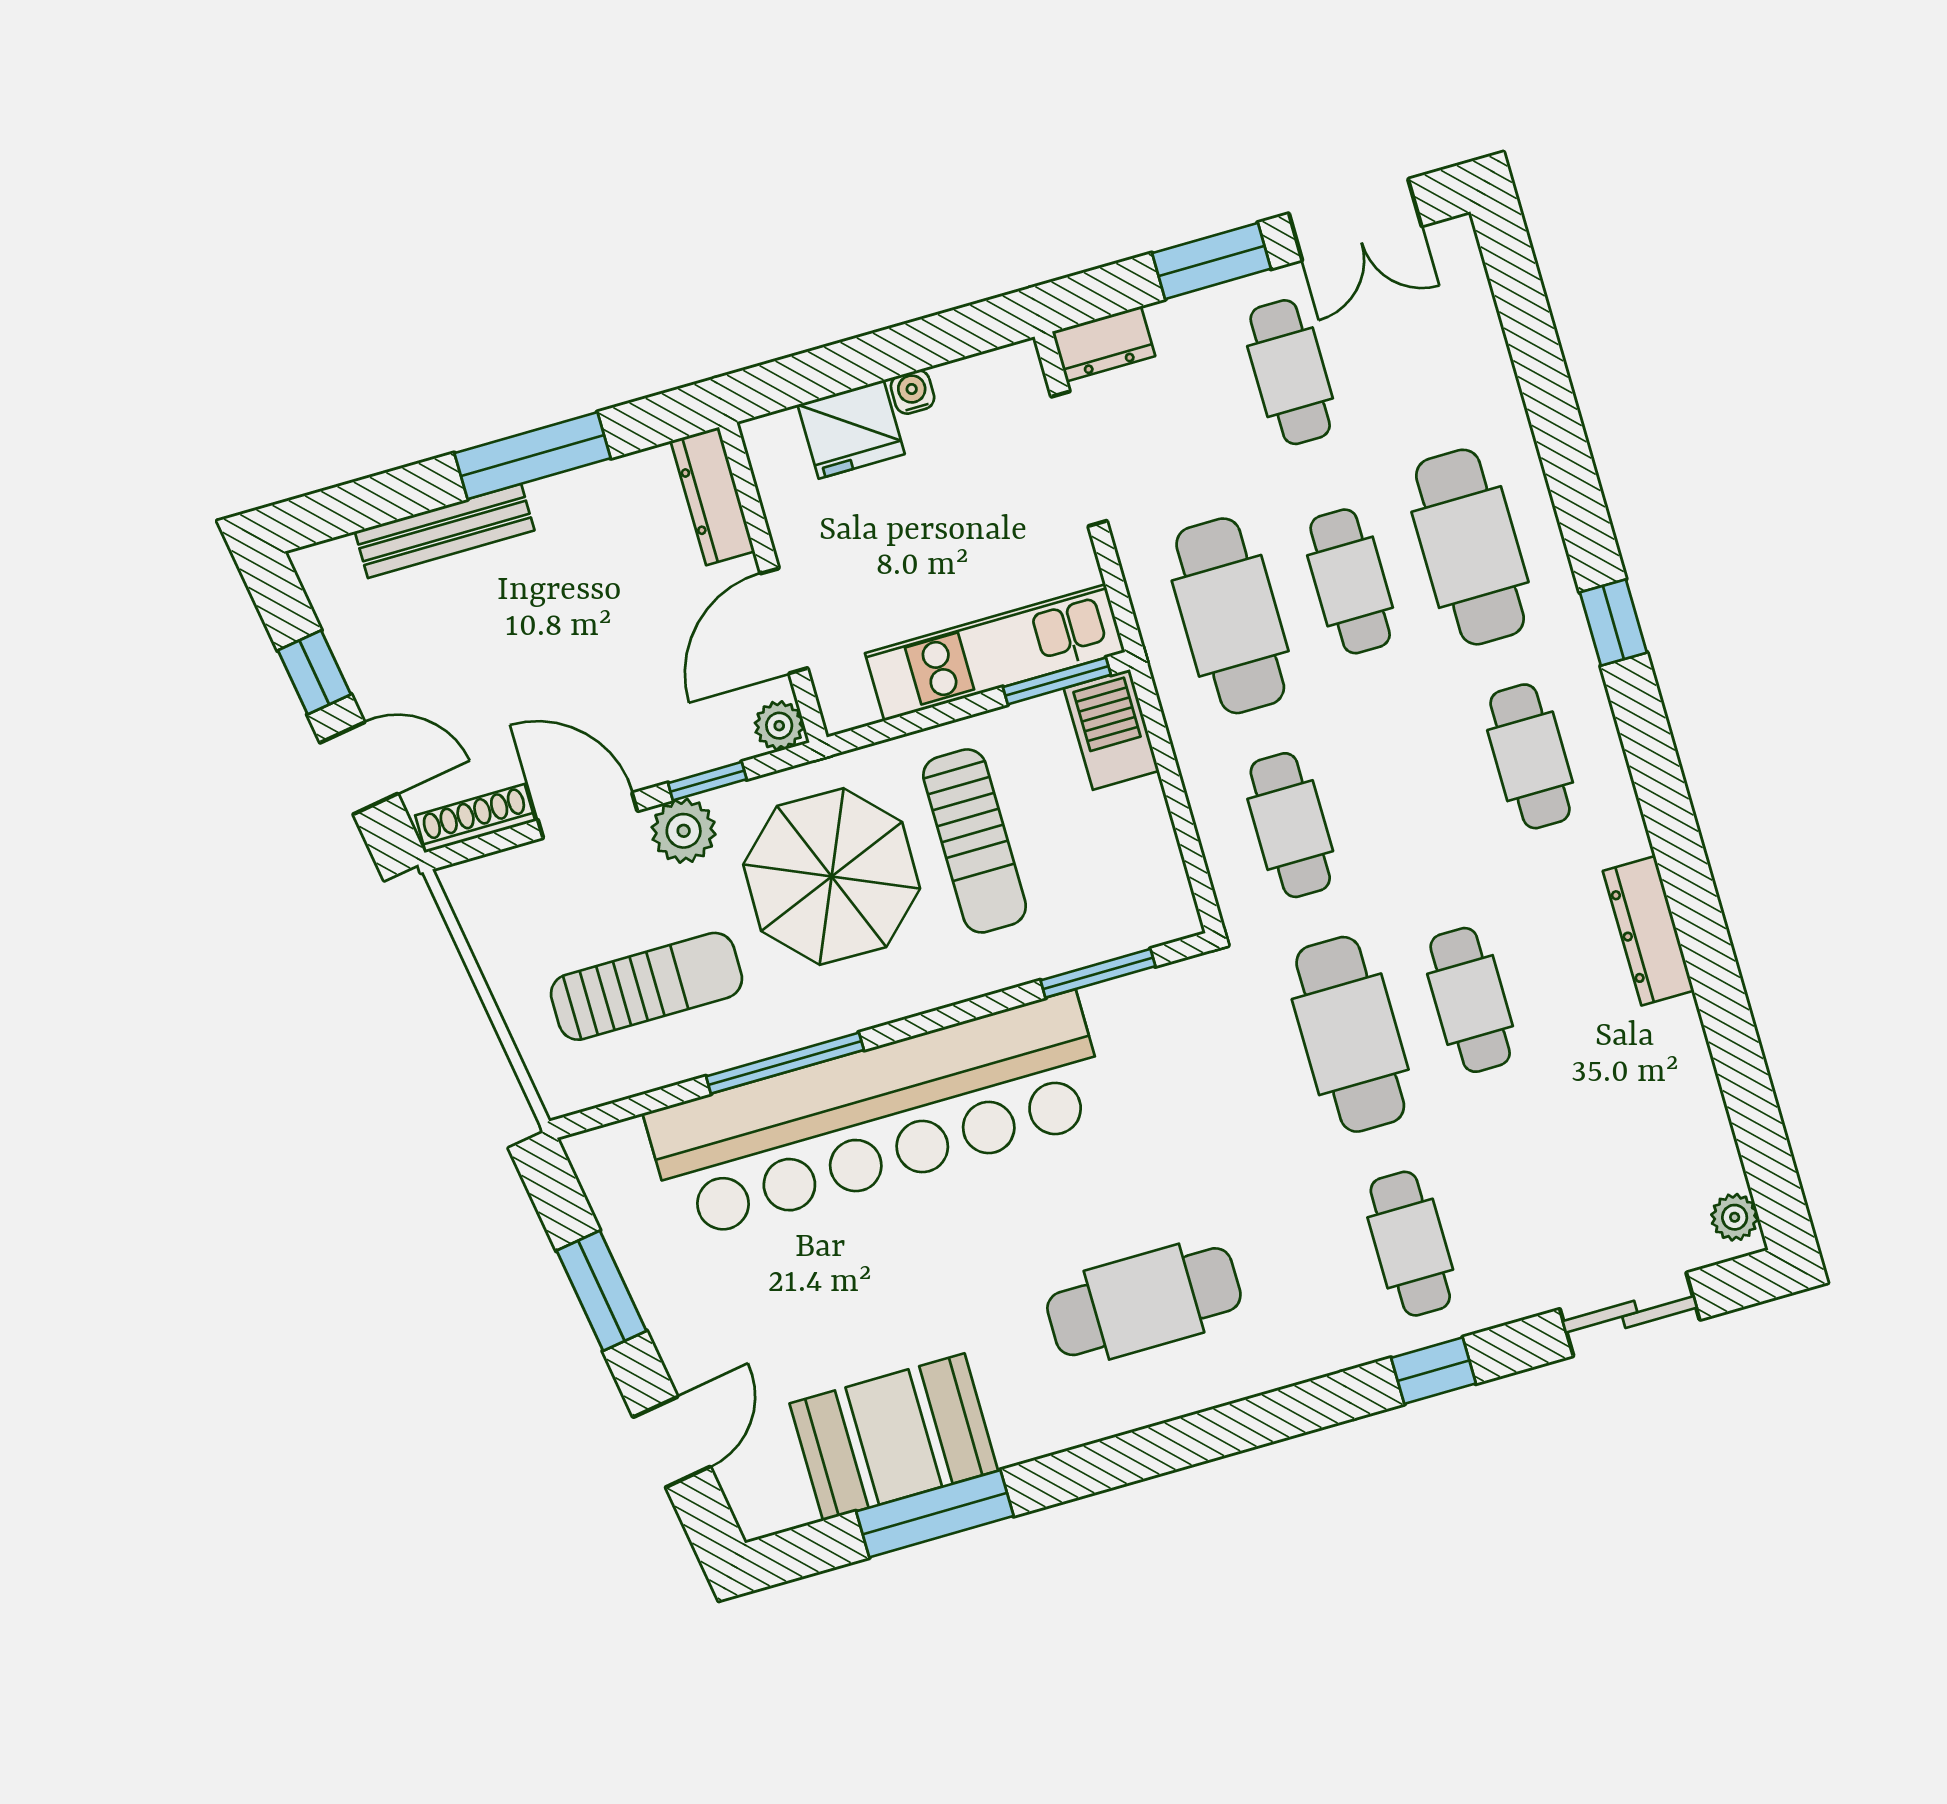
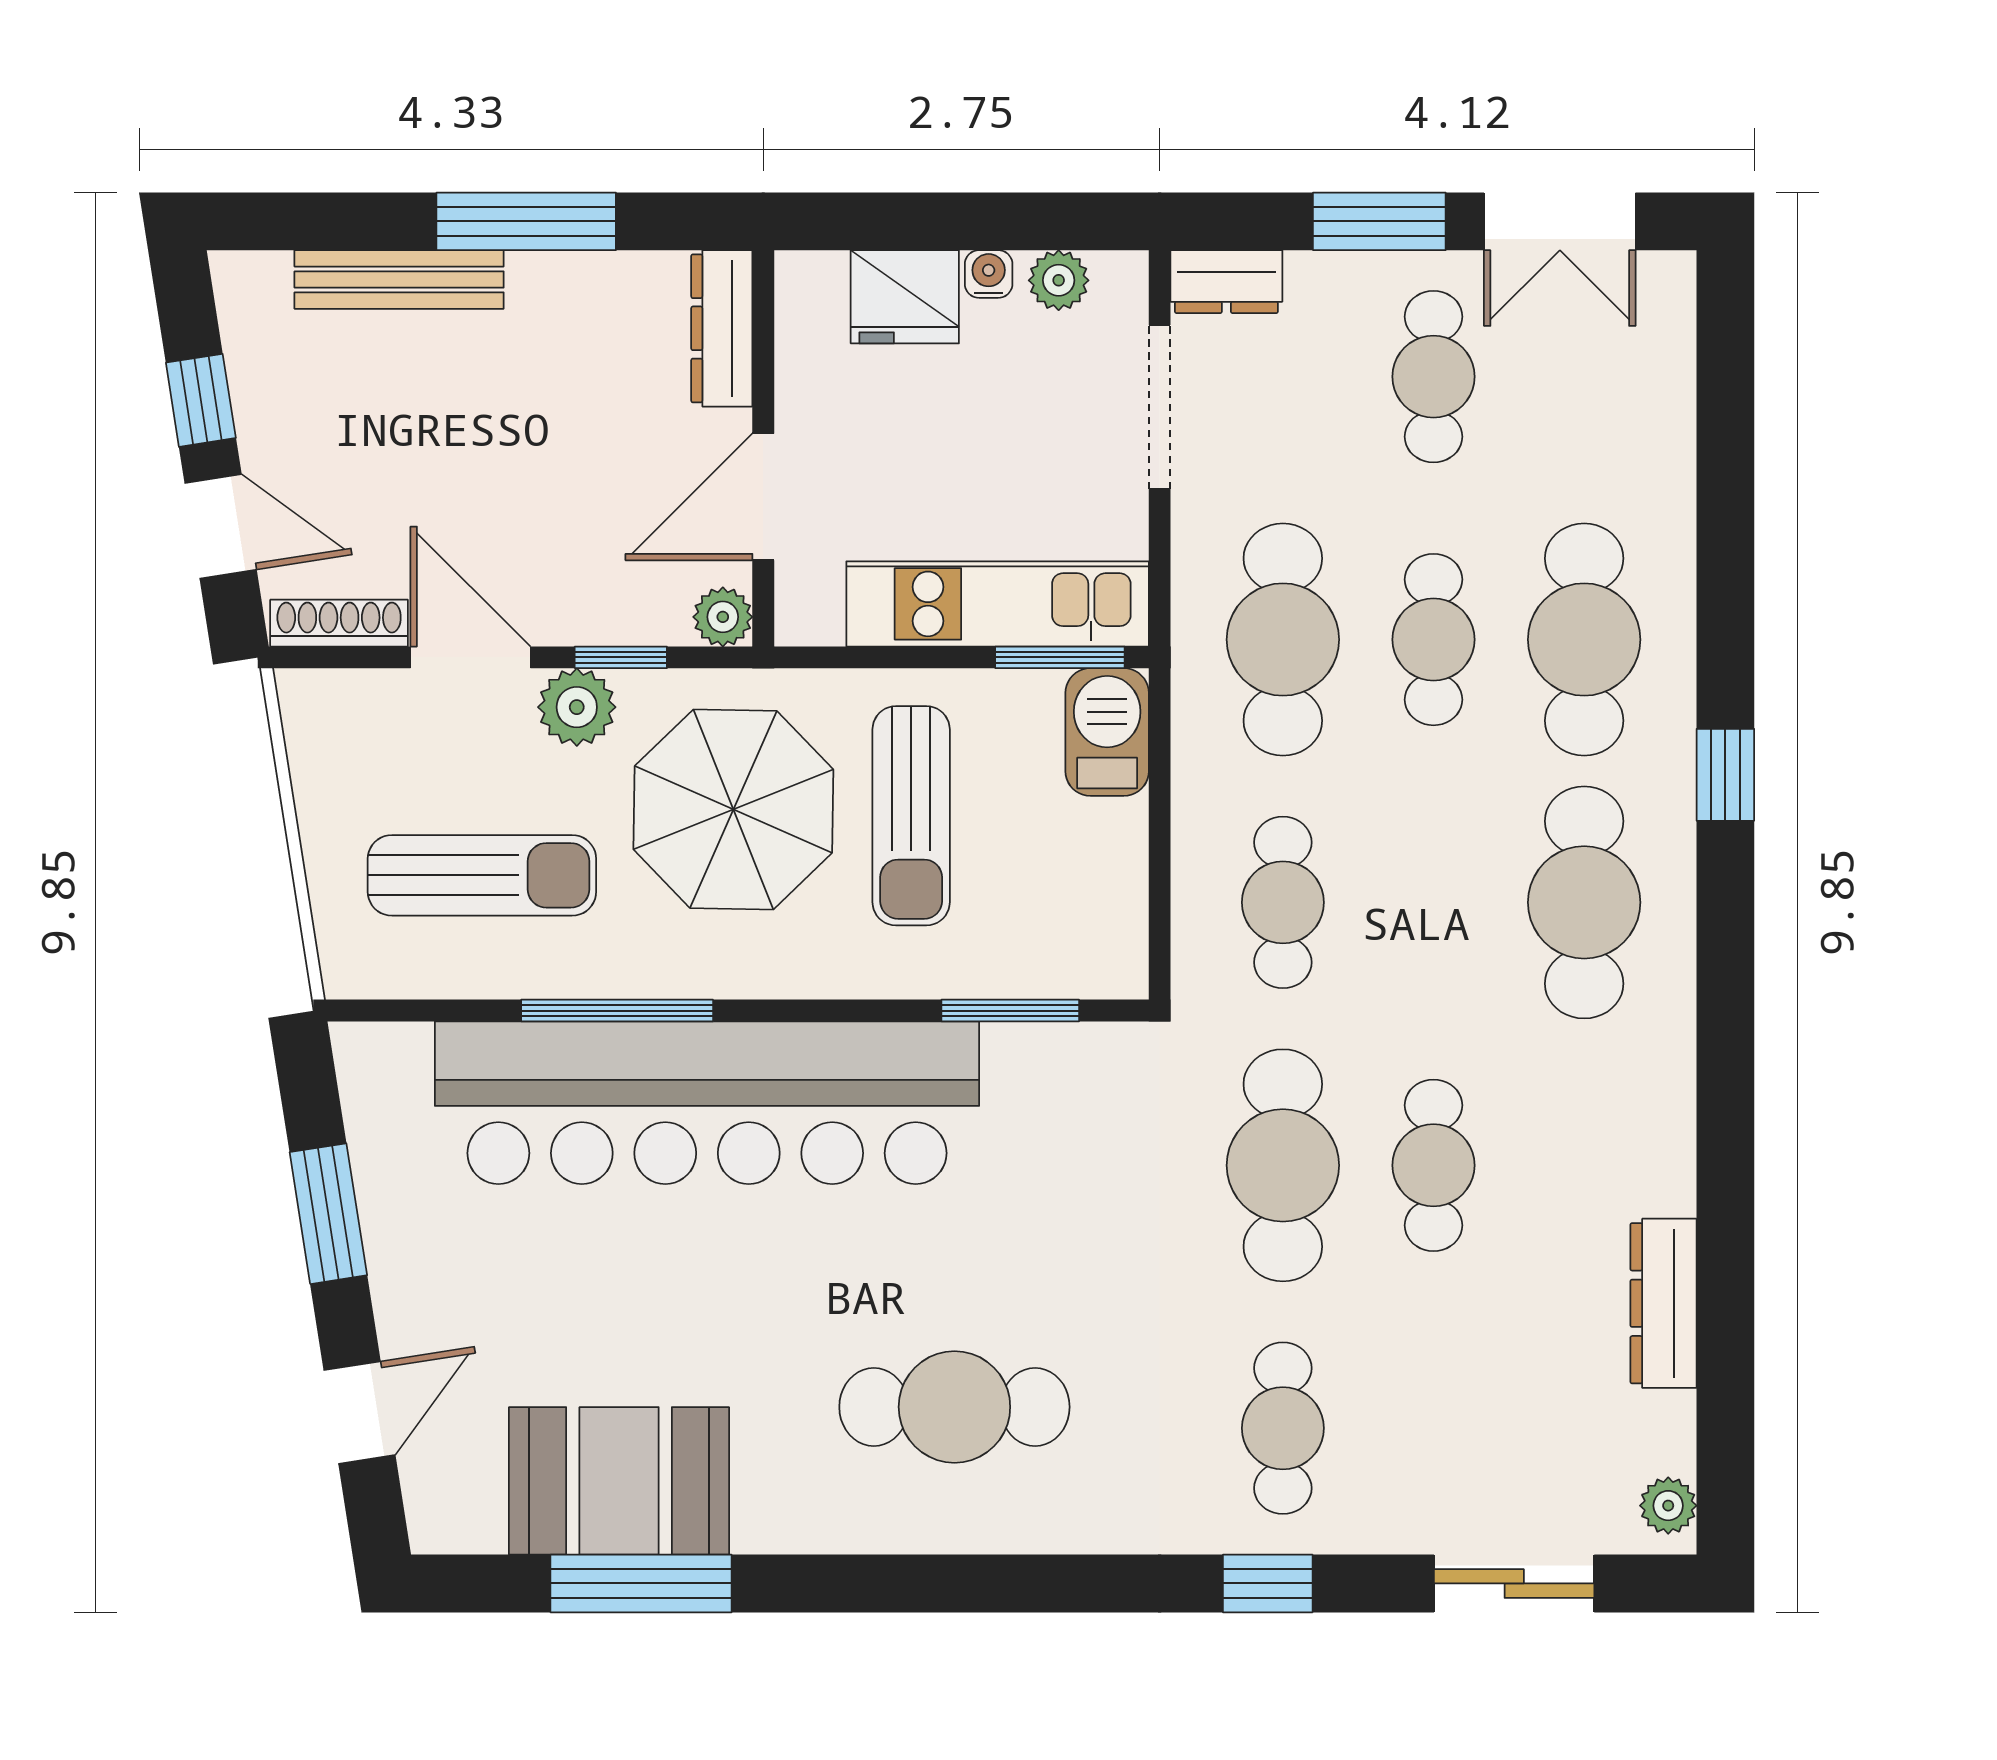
plant: (970, 381) -> (1059, 280), added
cafe table: (1530, 756) -> (1584, 902), width x1.37, depth x1.35
dresser: (1648, 931) -> (1663, 1303), moved

